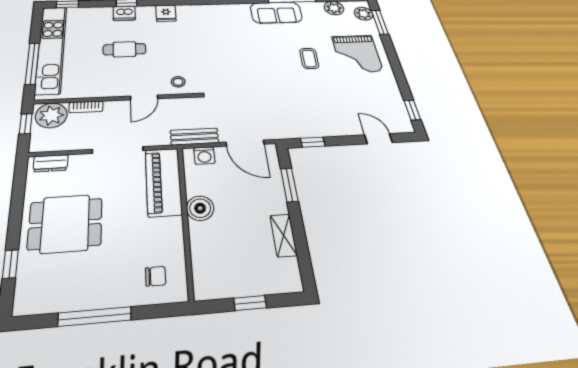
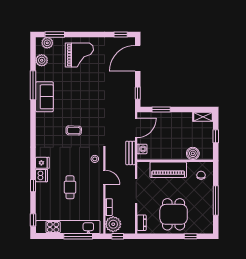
dishwasher: (124, 13) -> (42, 176), moved
coffee table: (309, 58) -> (74, 130), moved
door: (378, 139) -> (138, 58), width x1.87
piano: (163, 182) -> (168, 170), moved
boiler: (200, 208) -> (193, 153), moved
shelving: (283, 235) -> (203, 117), moved

